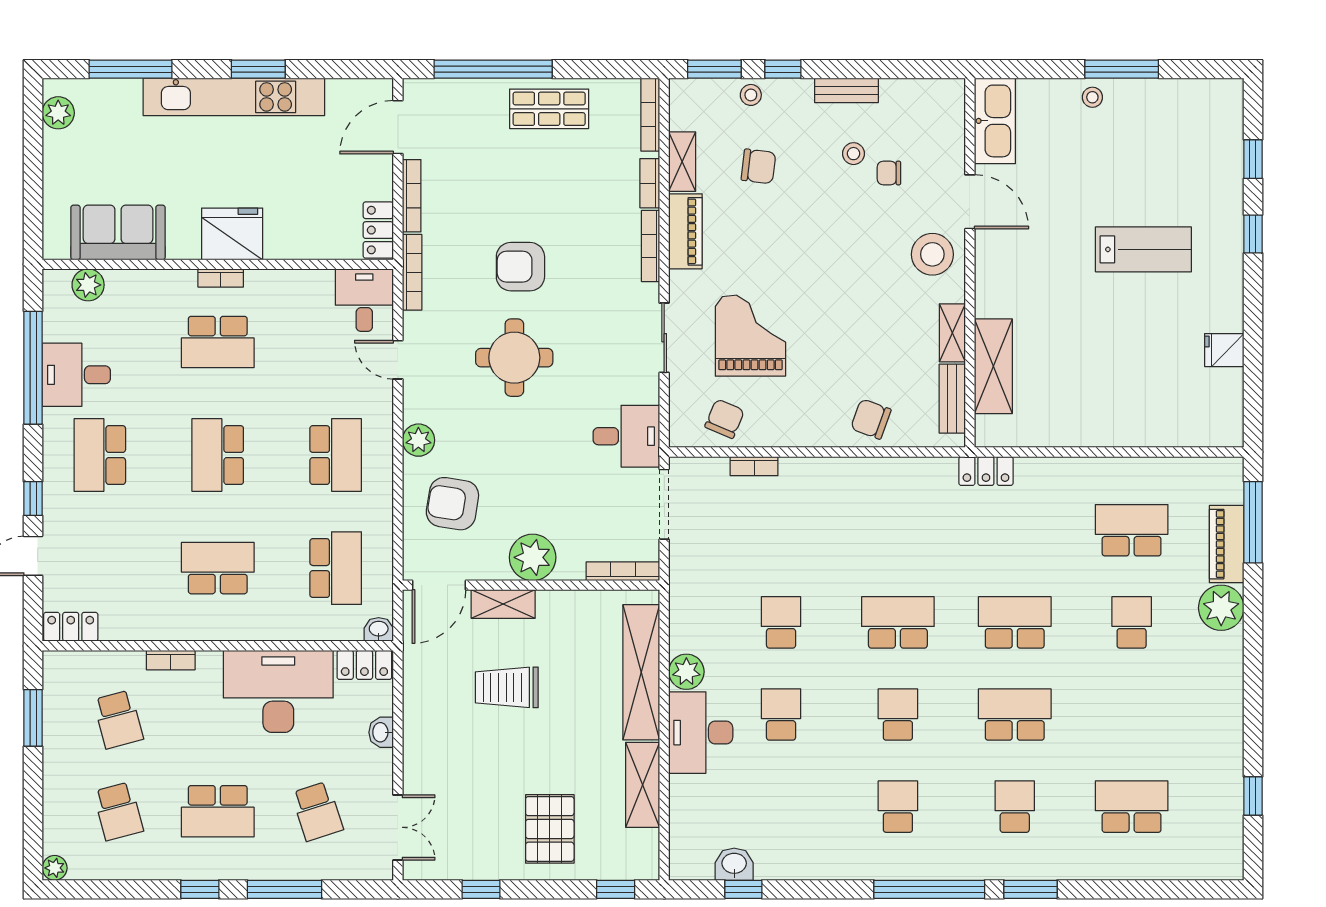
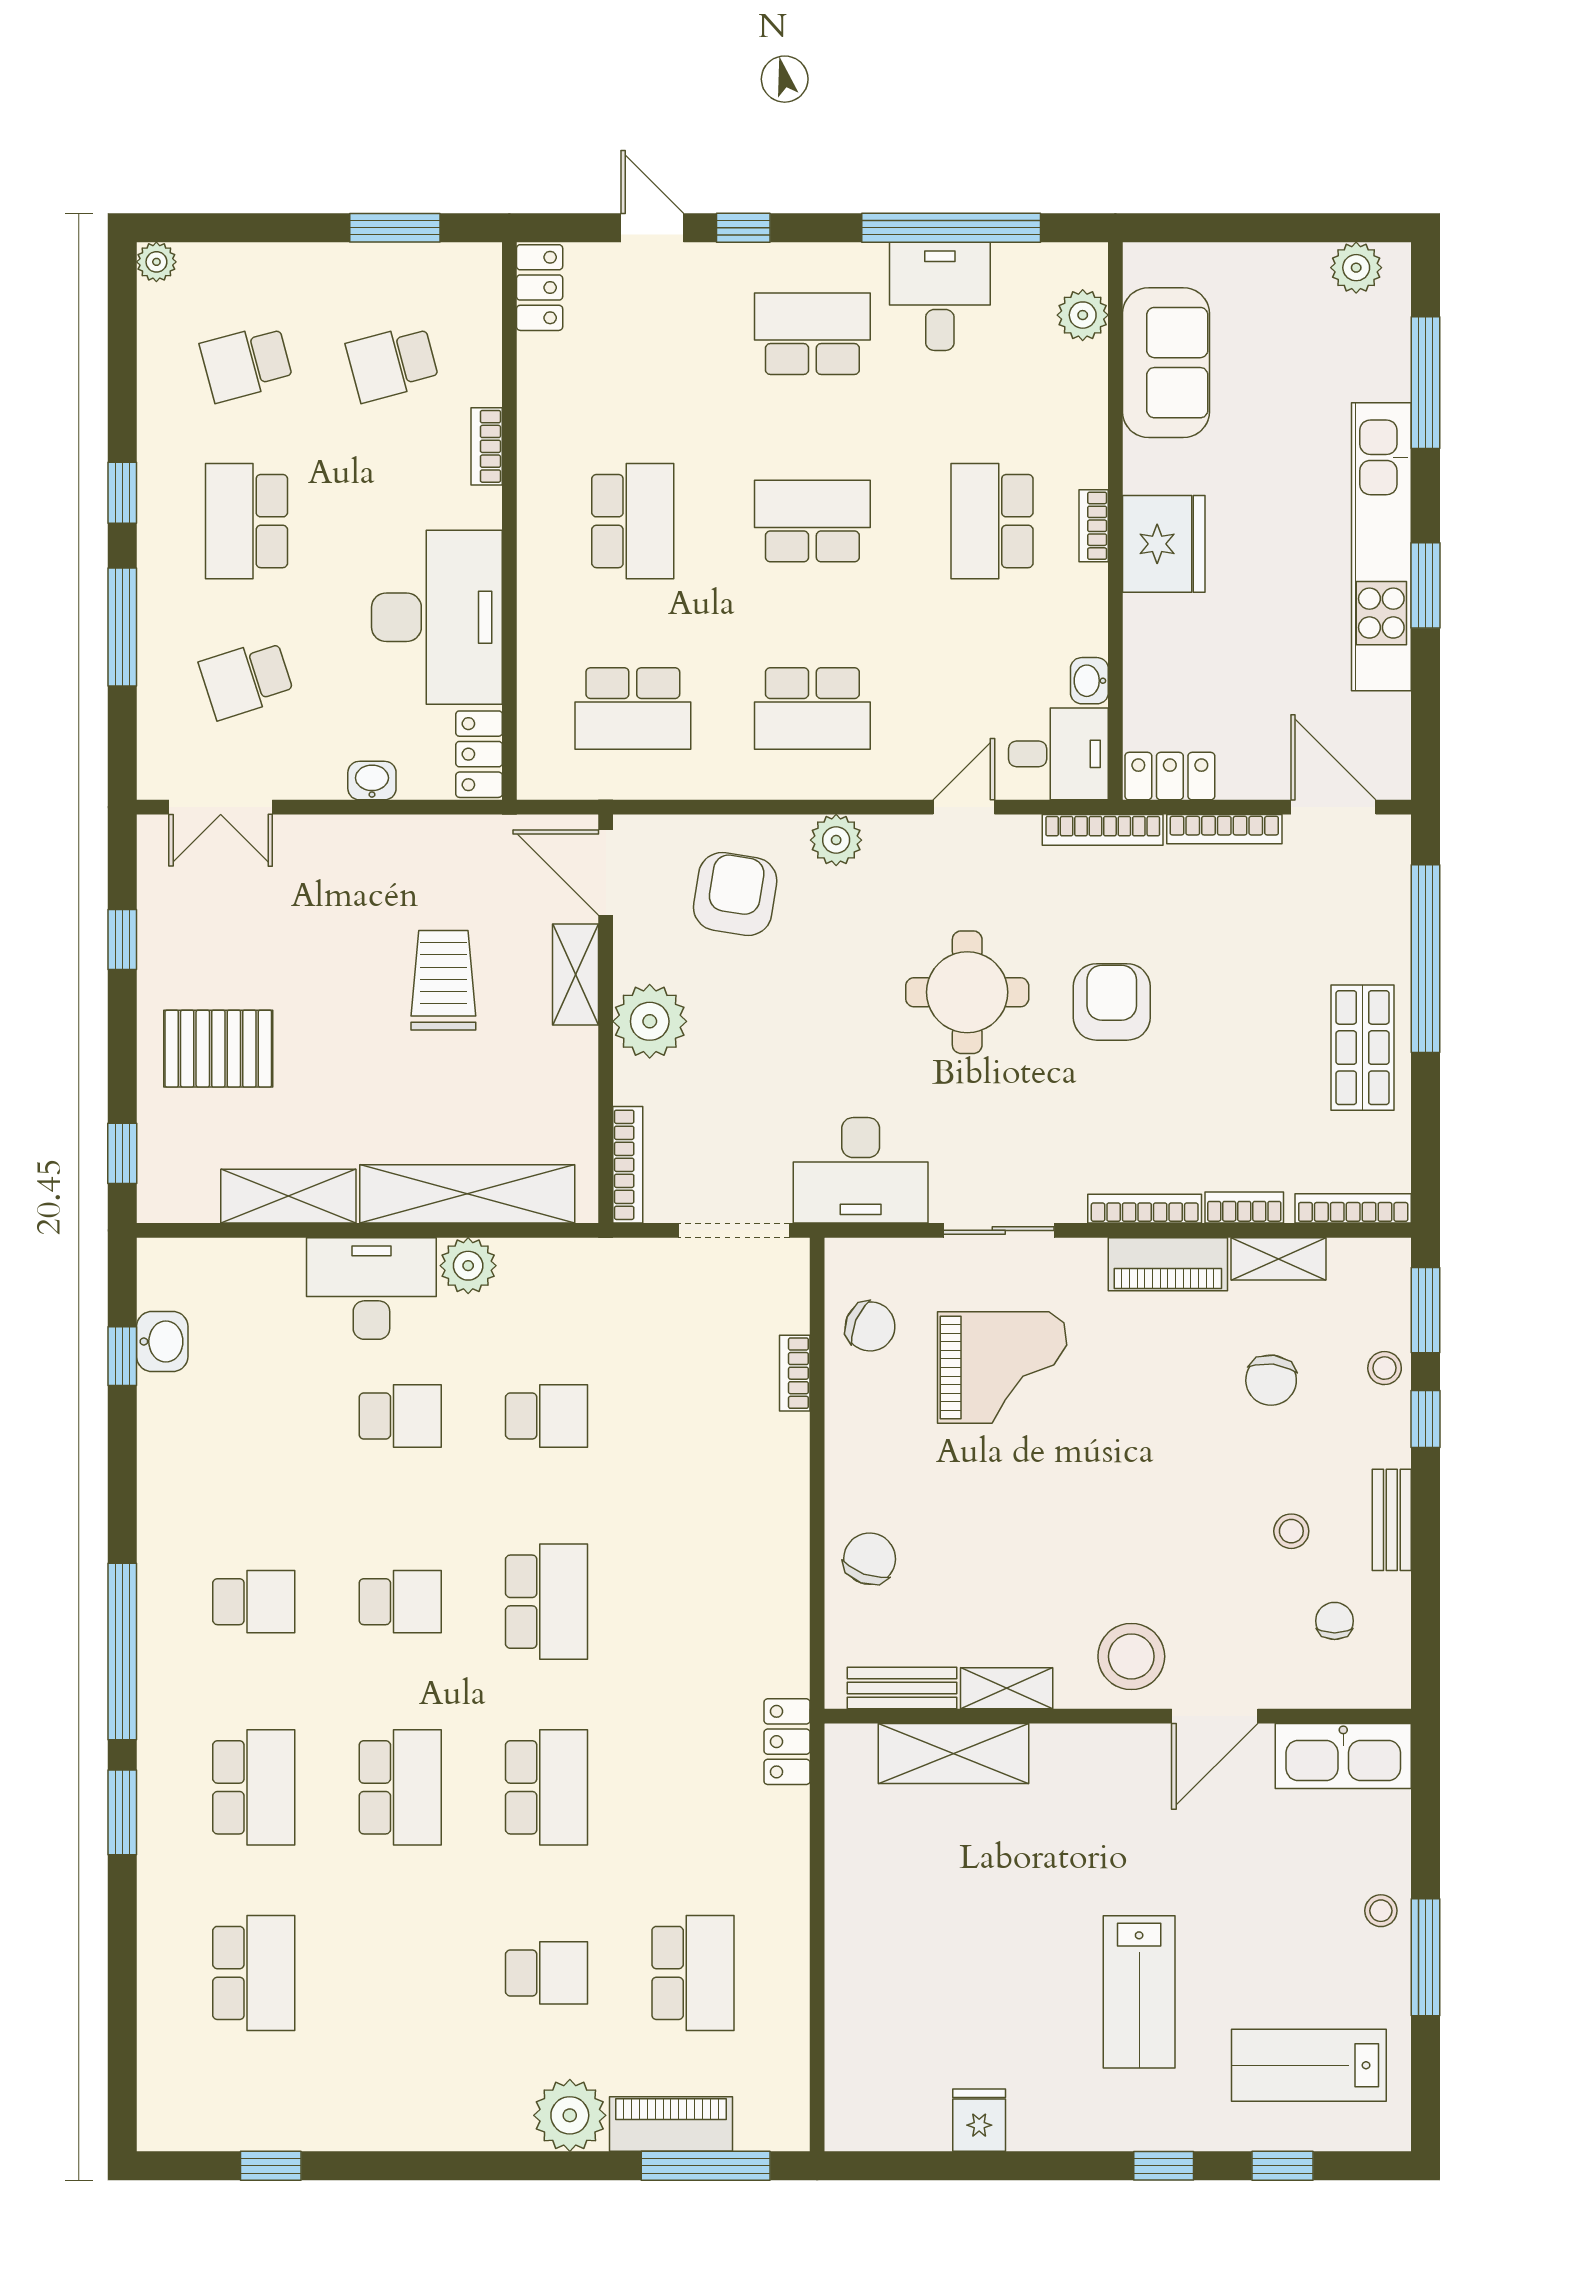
lab bench: (1190, 143) -> (1309, 2065), added
chair: (889, 173) -> (1335, 1621), moved
desk: (626, 436) -> (861, 1170), width x1.37
washbasin: (379, 629) -> (1089, 681), moved, turned 180
school desk: (1015, 807) -> (254, 1787), width x1.85

